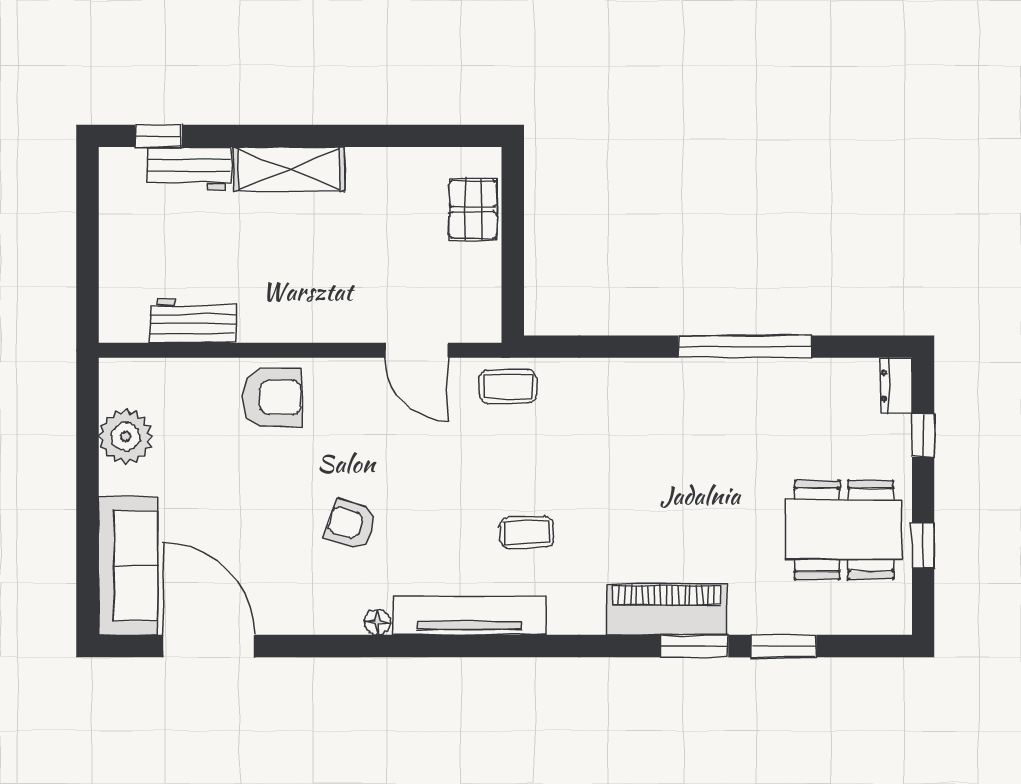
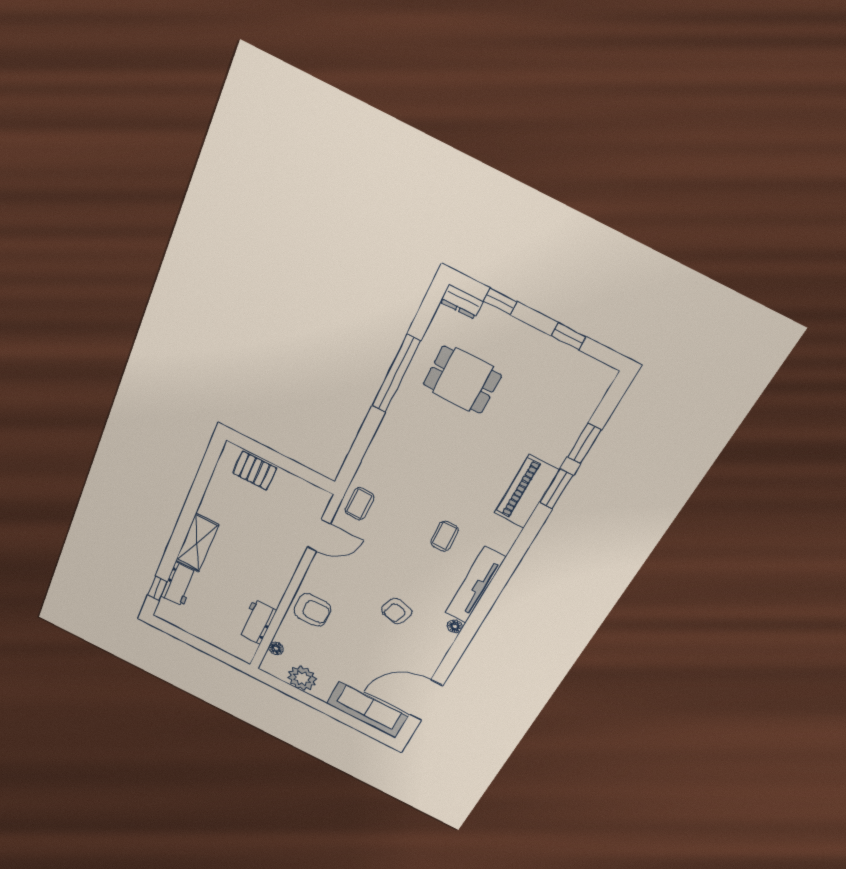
floor lamp: (159, 371) -> (276, 648), added
armchair: (272, 397) -> (312, 610), turned 90
dining table: (844, 530) -> (462, 380), moved, width x0.73

